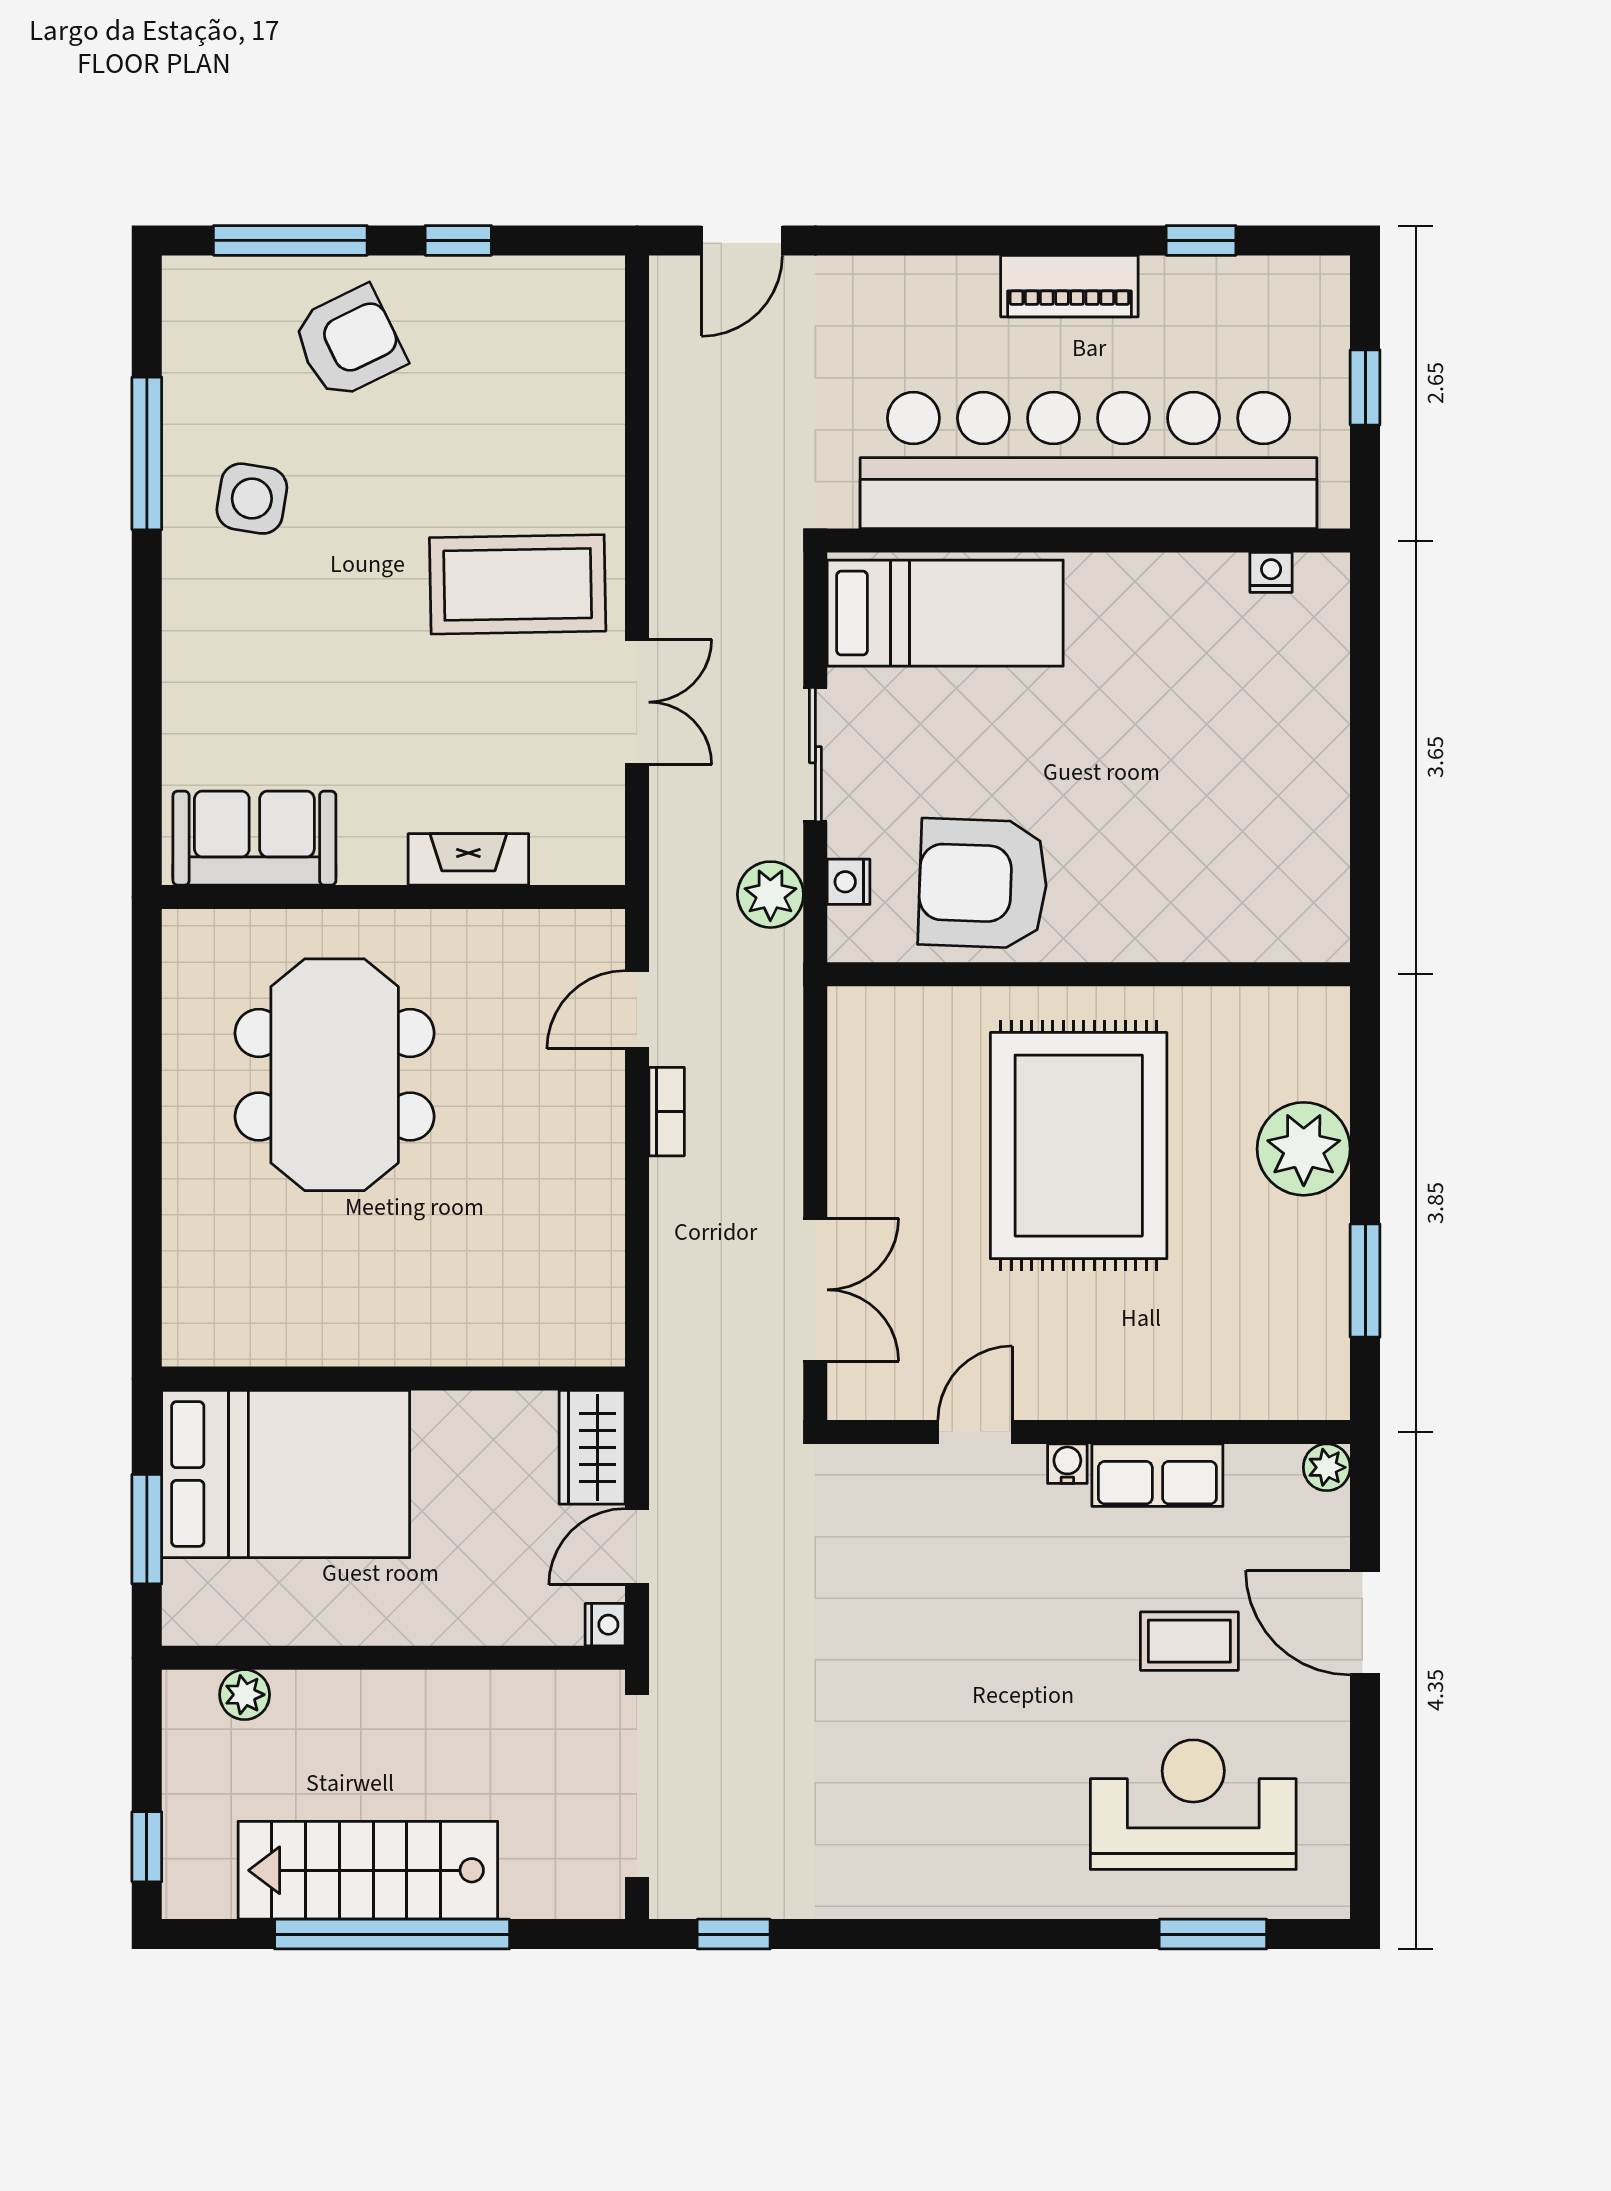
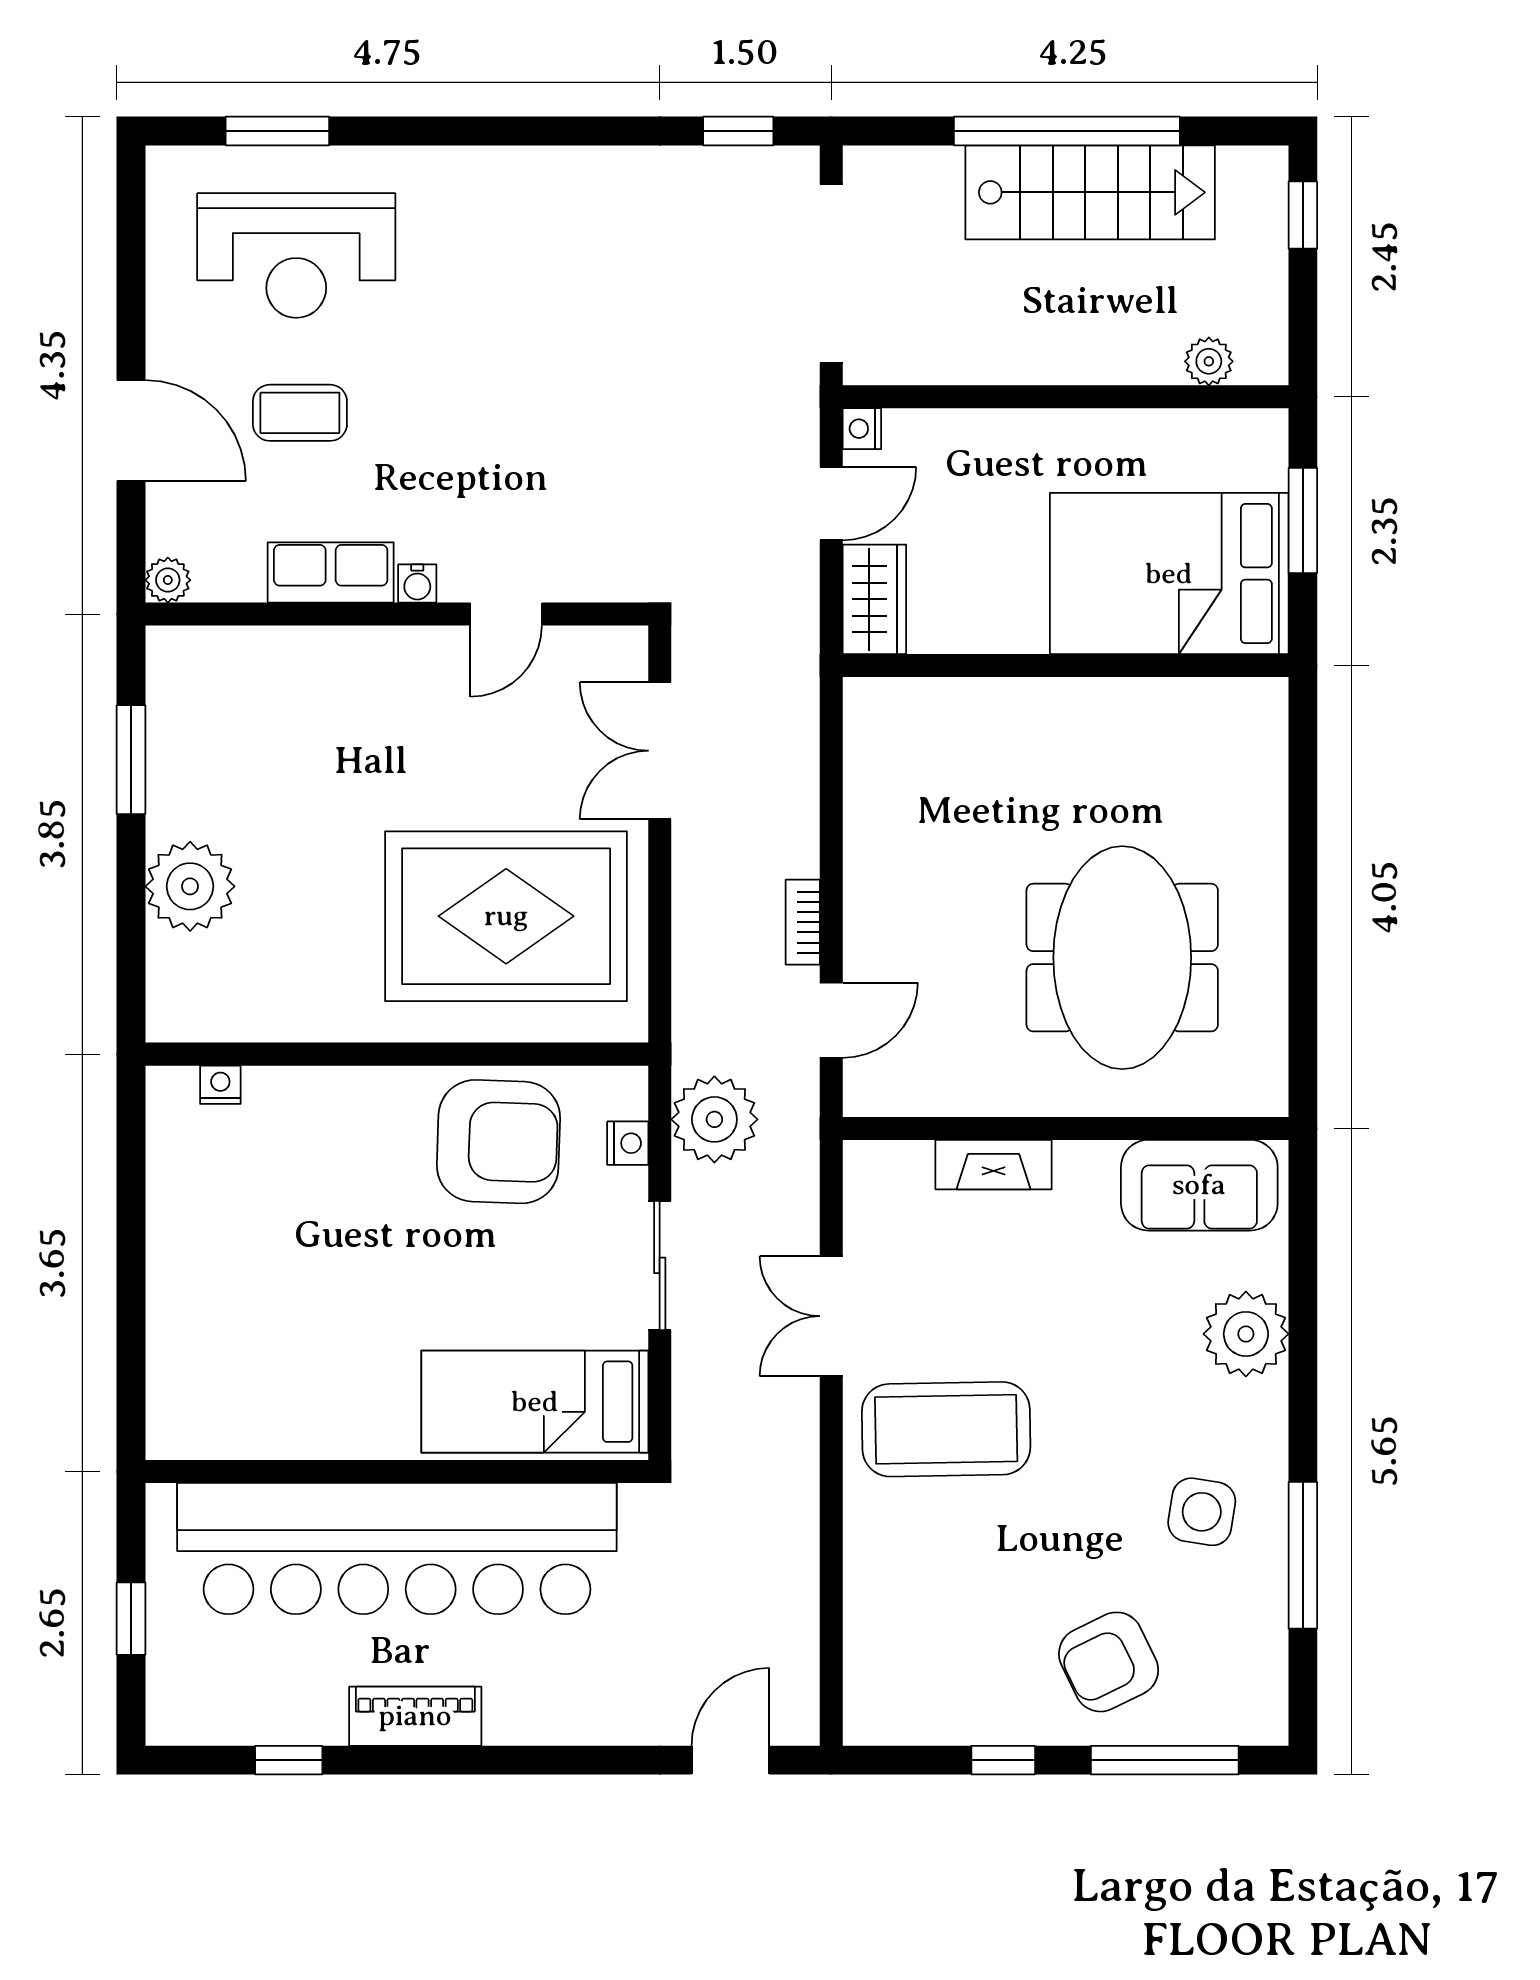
nightstand: (1271, 572) -> (220, 1085), moved, turned 180
plant: (206, 683) -> (1246, 1334), added
plant: (770, 895) -> (714, 1119), width x1.36, depth x1.36
rug: (1079, 1146) -> (506, 916), moved, turned 90

